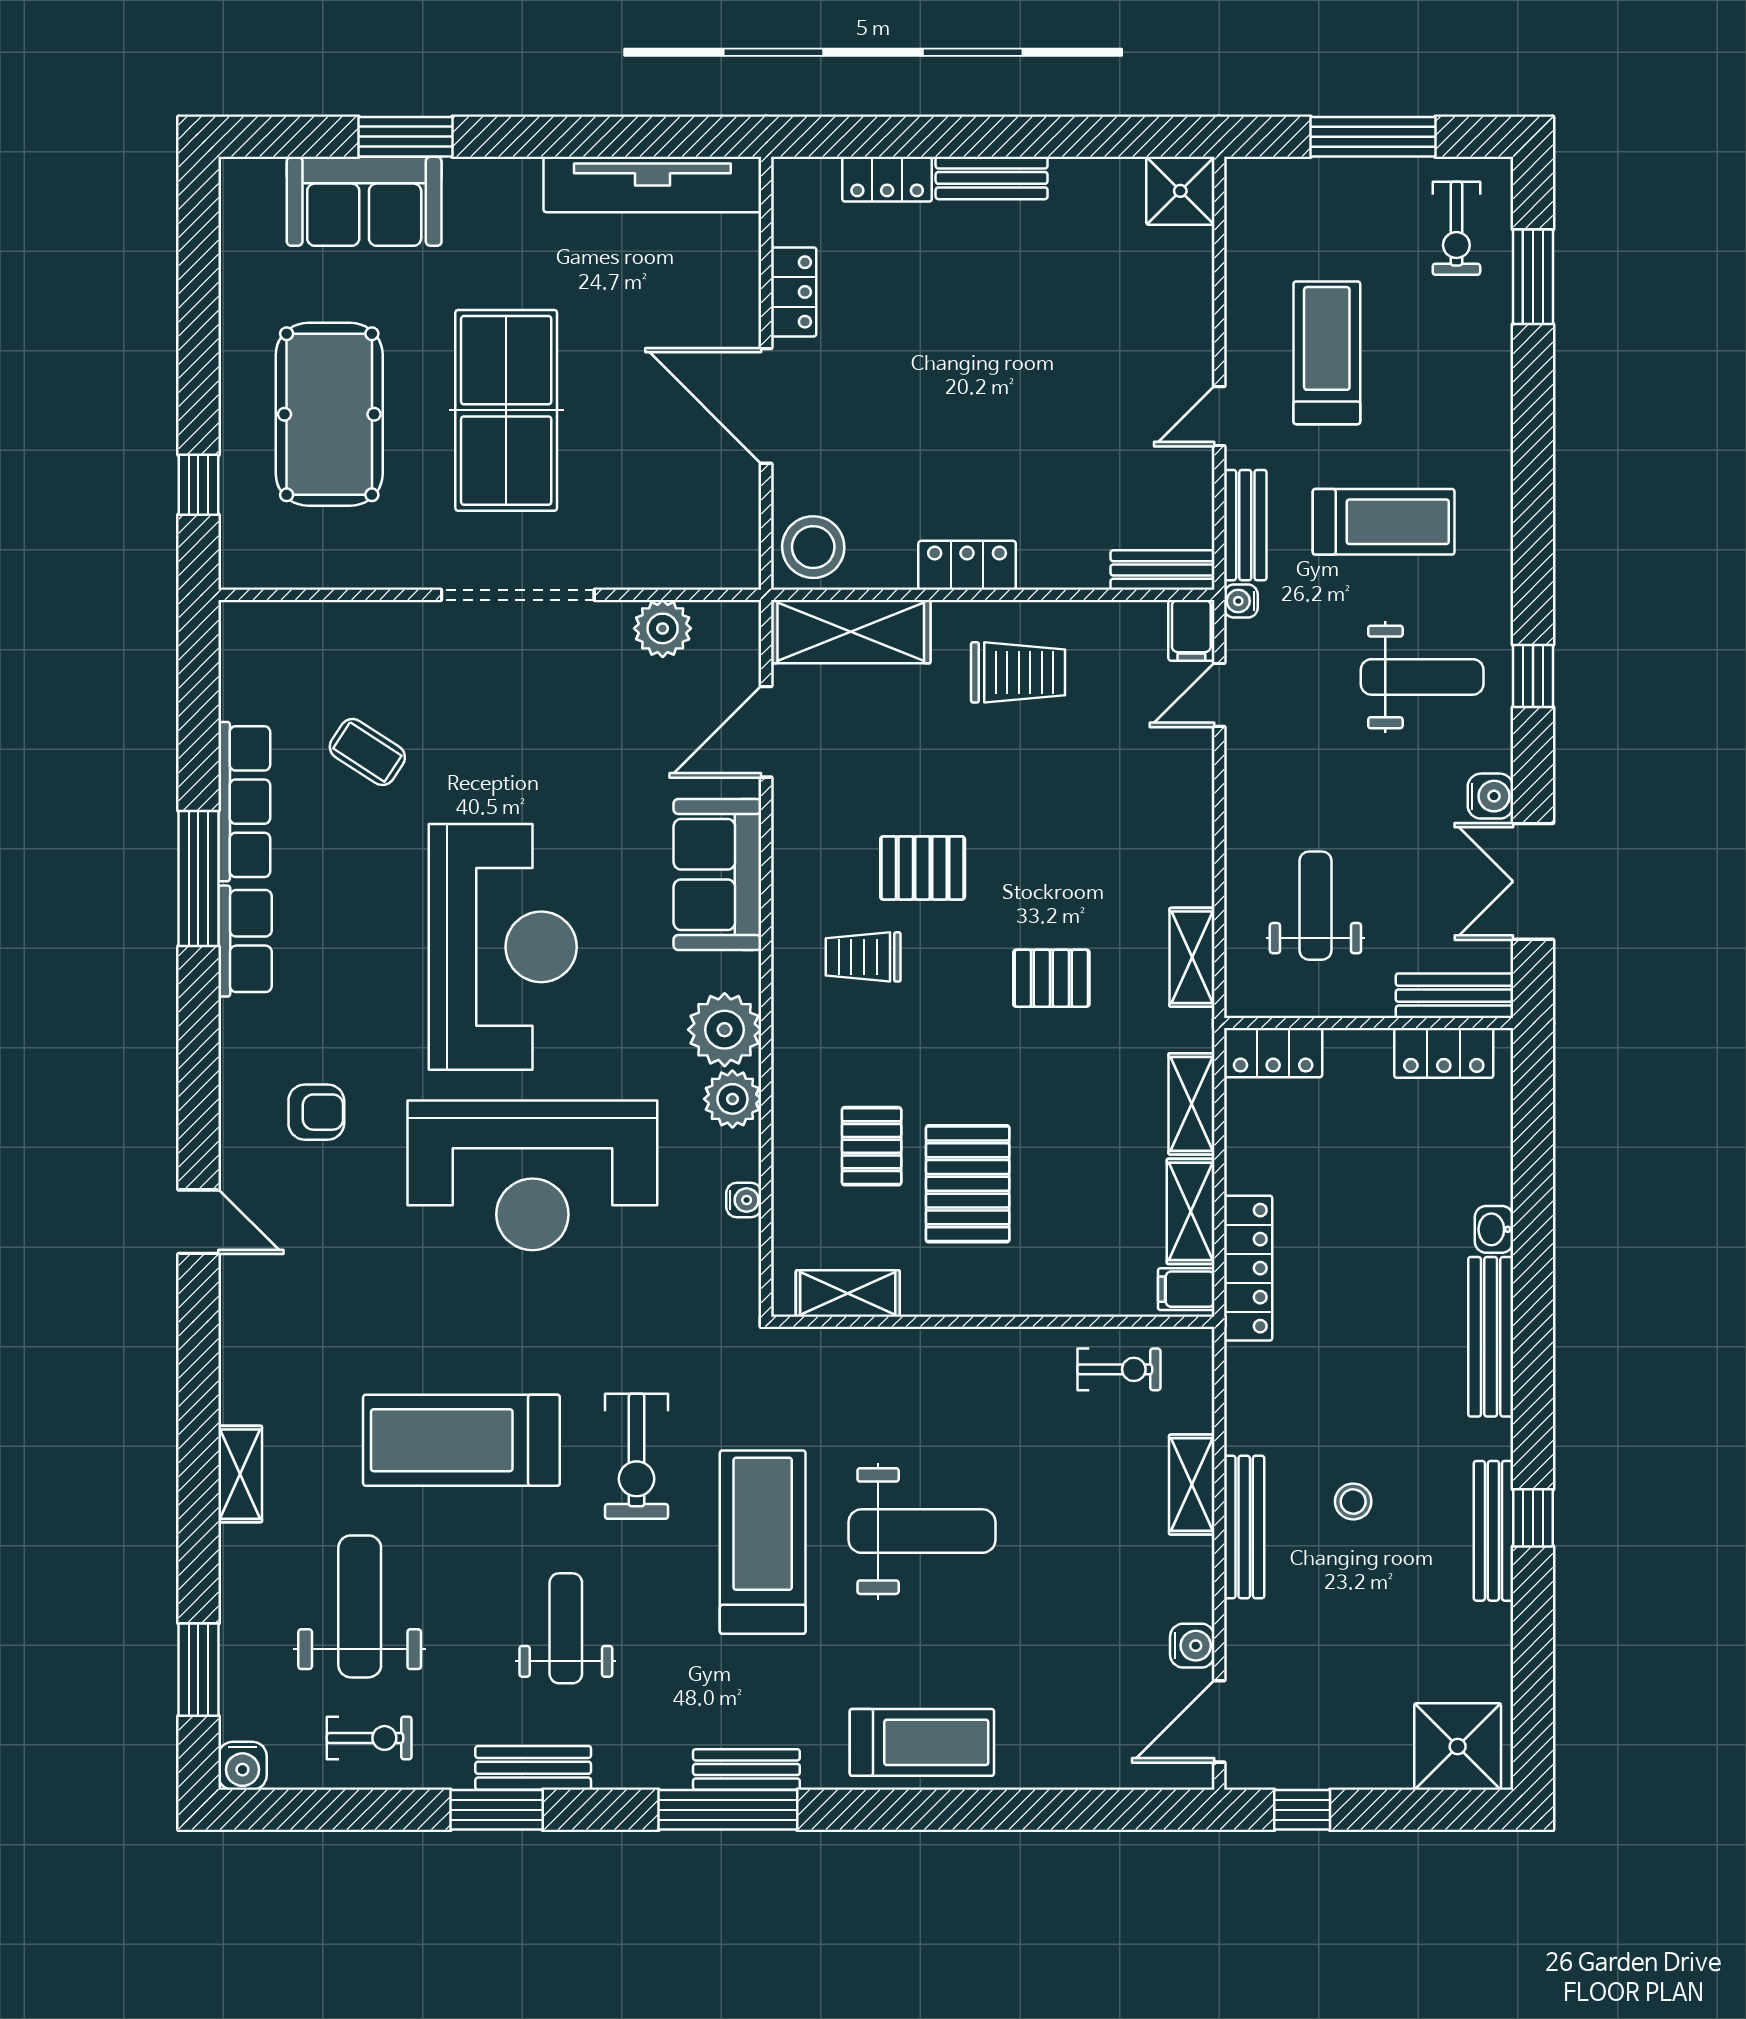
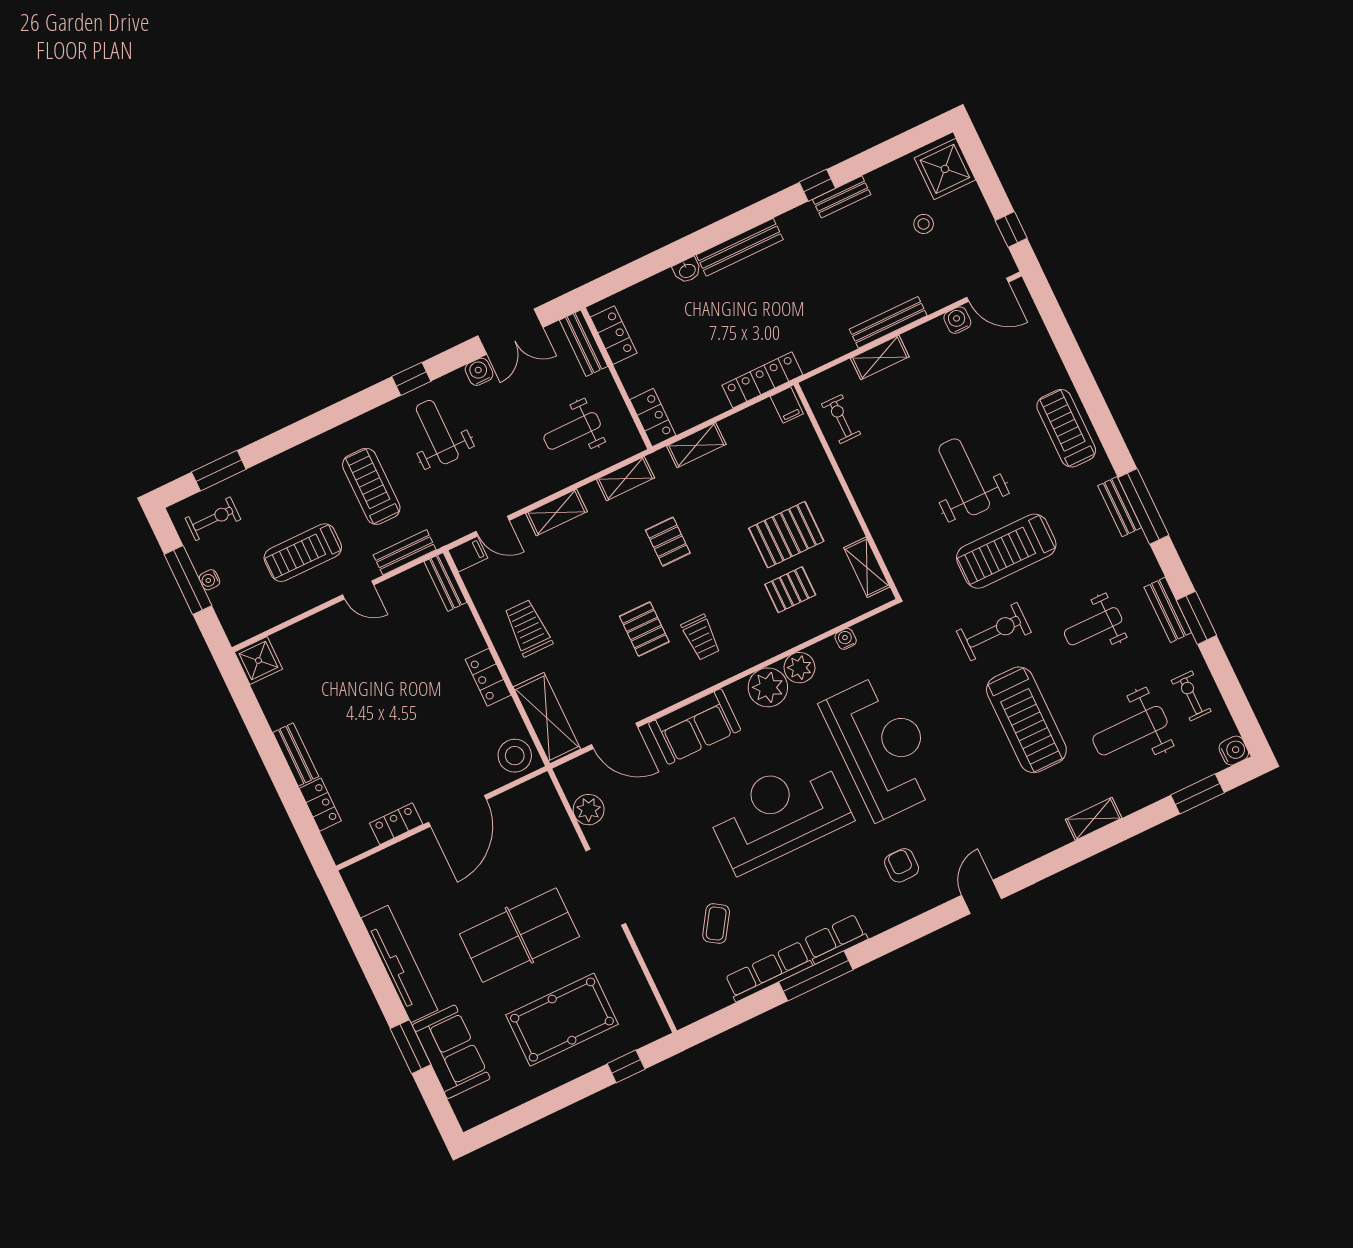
tv unit: (652, 184) -> (399, 964), moved
water cooler: (1241, 601) -> (210, 580), moved, turned 90
shelving: (1191, 1211) -> (556, 512), moved
stool: (1353, 1501) -> (924, 224), moved
bench: (1493, 1531) -> (842, 197), width x0.73

